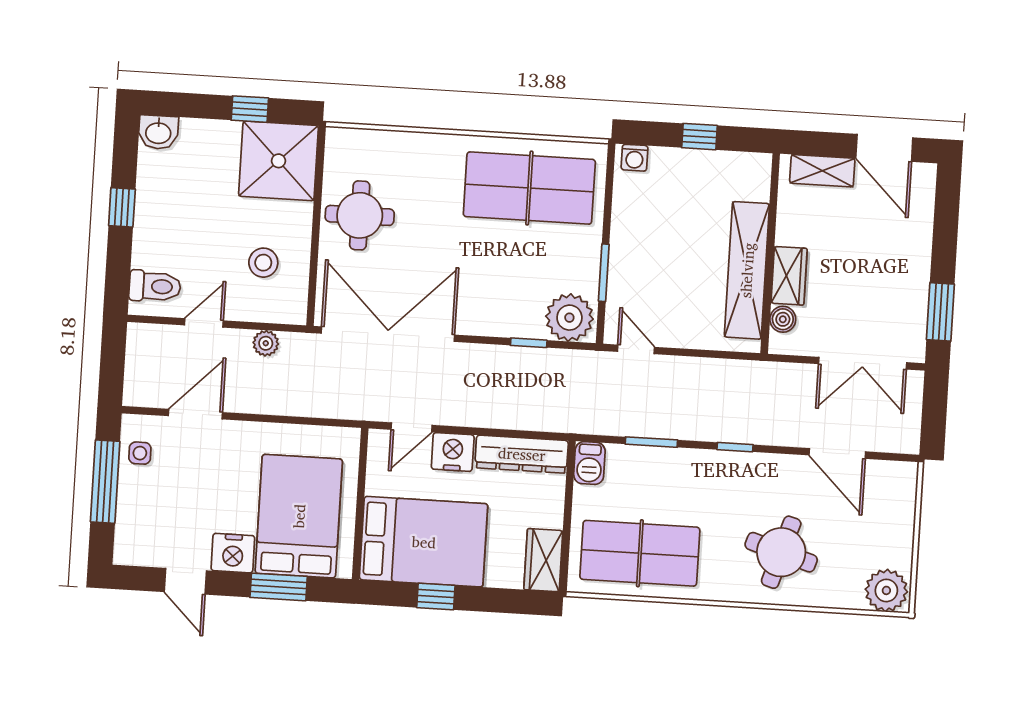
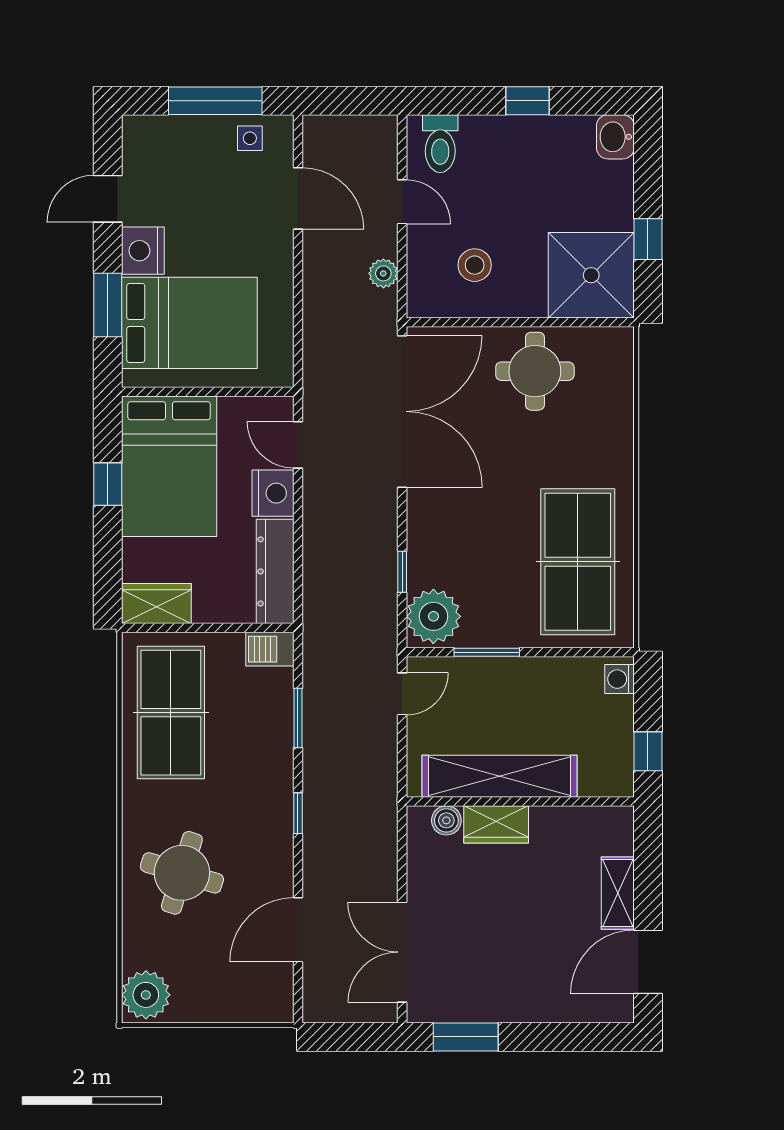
wall: (770, 253) -> (520, 802), moved
shelving: (747, 270) -> (499, 776), moved
wardrobe: (789, 276) -> (496, 824), moved
boiler: (783, 319) -> (446, 820), moved

